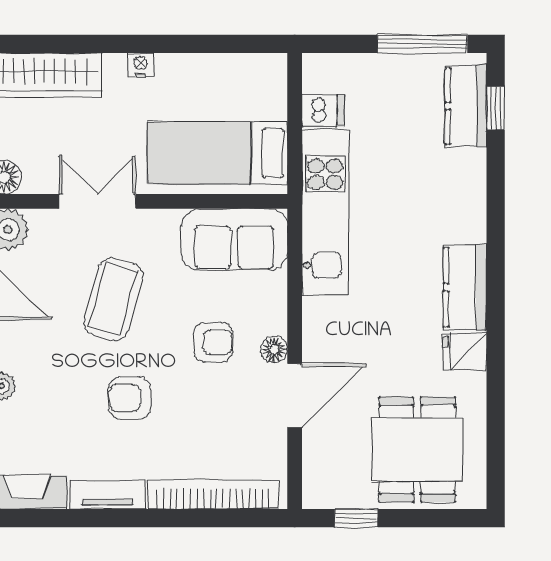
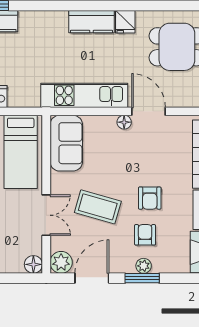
double door: (98, 201) -> (46, 215), swing flipped
kitchen unit: (325, 212) -> (84, 95), moved
armchair: (213, 342) -> (145, 235), moved

